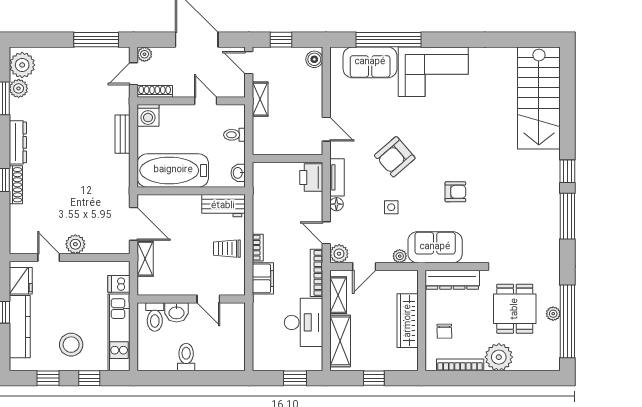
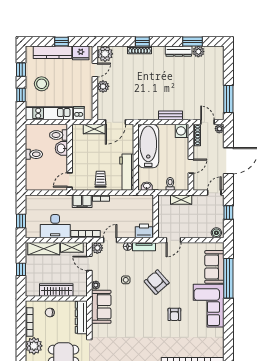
plant: (22, 65) -> (105, 54), moved
shelving: (260, 99) -> (181, 200), moved
dresser: (18, 142) -> (179, 51), moved
armchair: (455, 192) -> (174, 314), moved
workbench: (223, 206) -> (127, 172), width x1.37
door: (208, 299) -> (70, 180), moved

